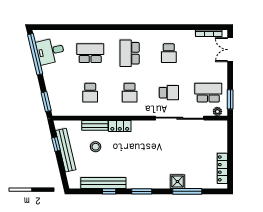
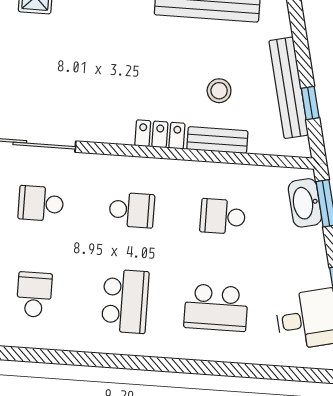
school desk: (90, 93) -> (223, 217), turned -90
school desk: (130, 93) -> (132, 210), turned 90
washbasin: (55, 101) -> (305, 203), added

